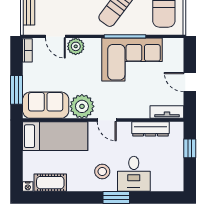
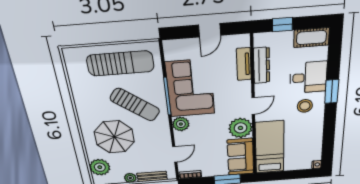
plant: (76, 46) -> (181, 124), moved
tv unit: (167, 112) -> (244, 64), moved
cot: (50, 183) -> (311, 38), moved, turned 90

